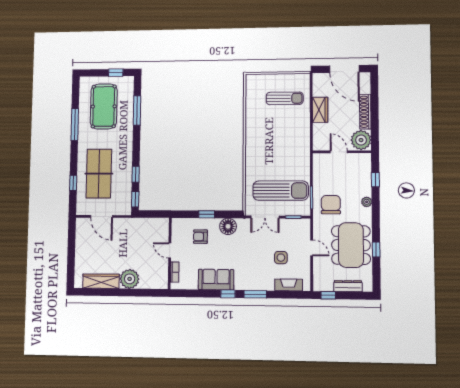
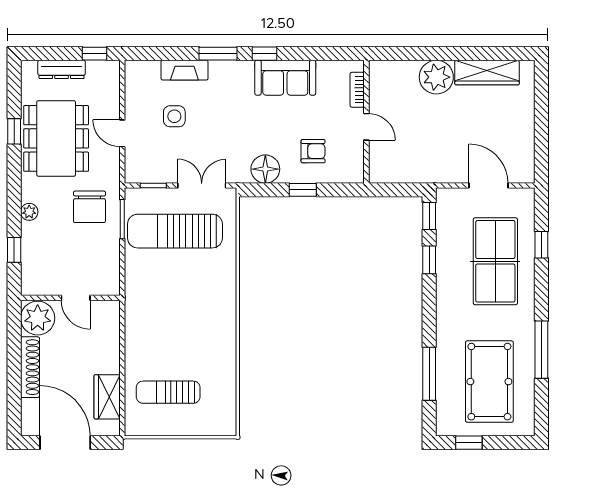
wardrobe: (320, 110) -> (107, 397), moved
fireplace: (289, 285) -> (184, 70), moved

